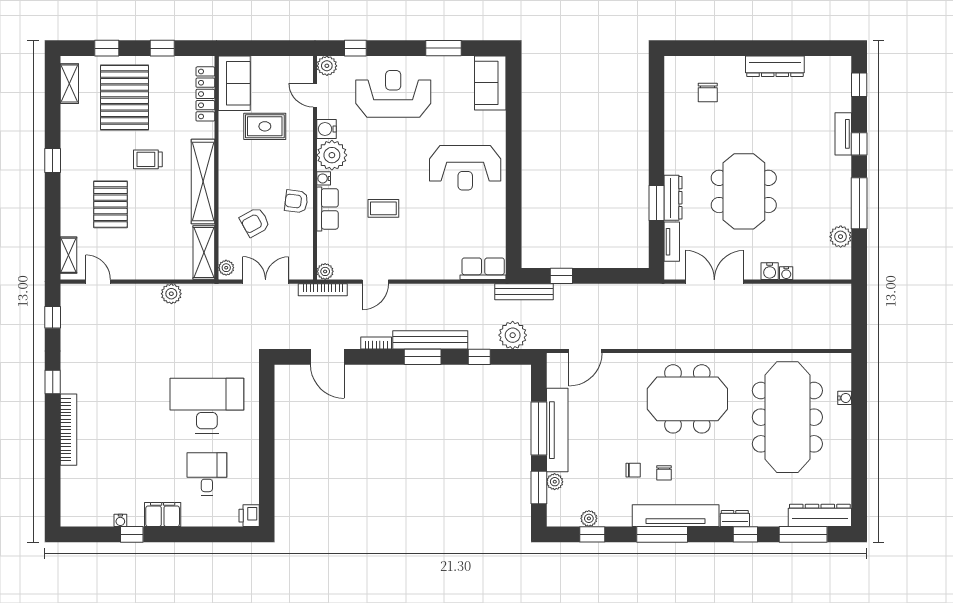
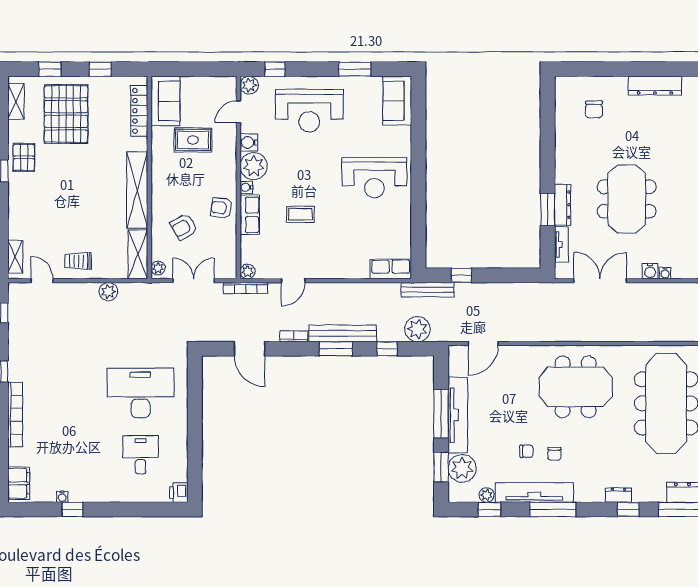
reception desk: (393, 94) -> (309, 111), turned 180
door: (315, 95) -> (238, 112), hinge flipped
trolley: (148, 159) -> (78, 261), moved
pallet: (110, 204) -> (24, 157), moved, width x0.67, depth x0.71
plant: (555, 482) -> (462, 468), width x1.88, depth x1.88
filing cabinet: (163, 515) -> (19, 483), moved, turned 90
tv unit: (676, 516) -> (534, 492), moved

